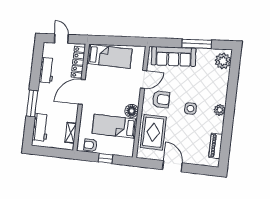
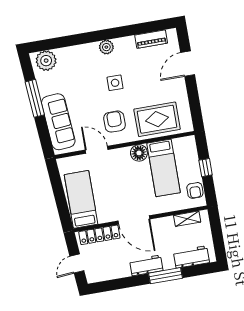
workbench: (47, 70) -> (146, 265), moved
door: (172, 166) -> (188, 64), moved

